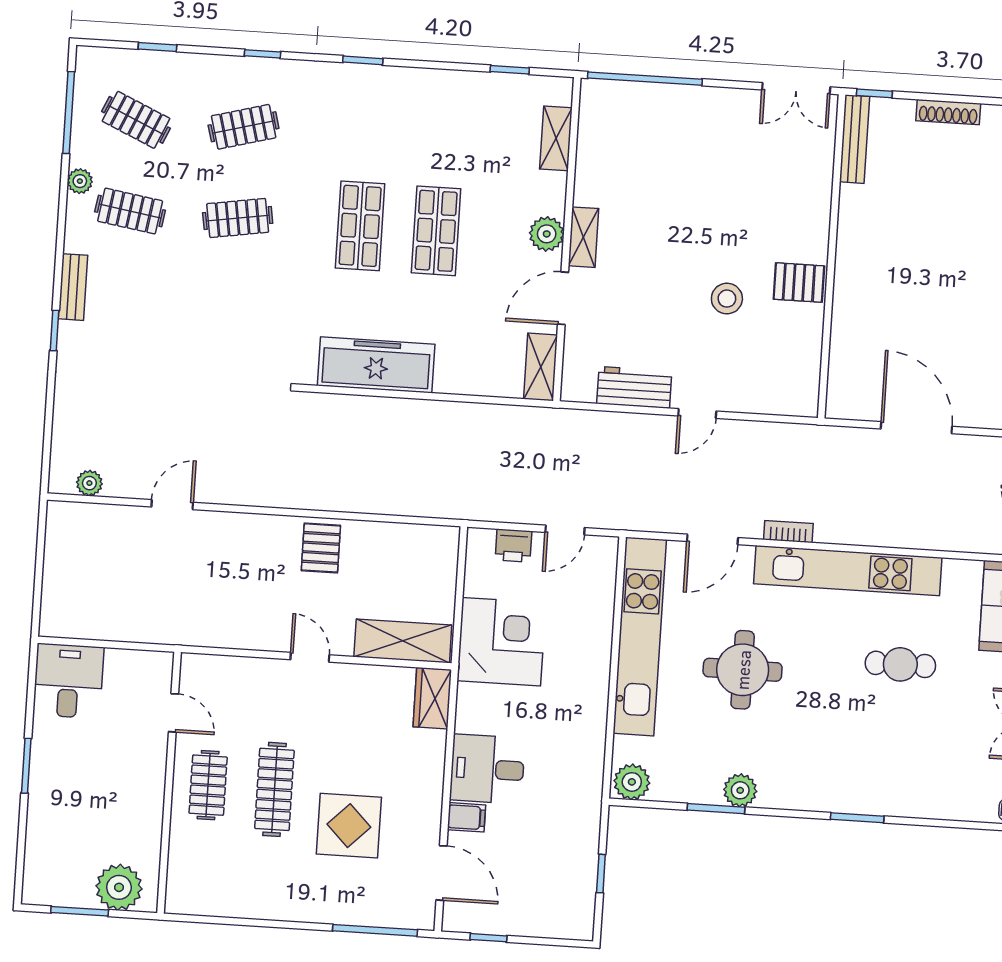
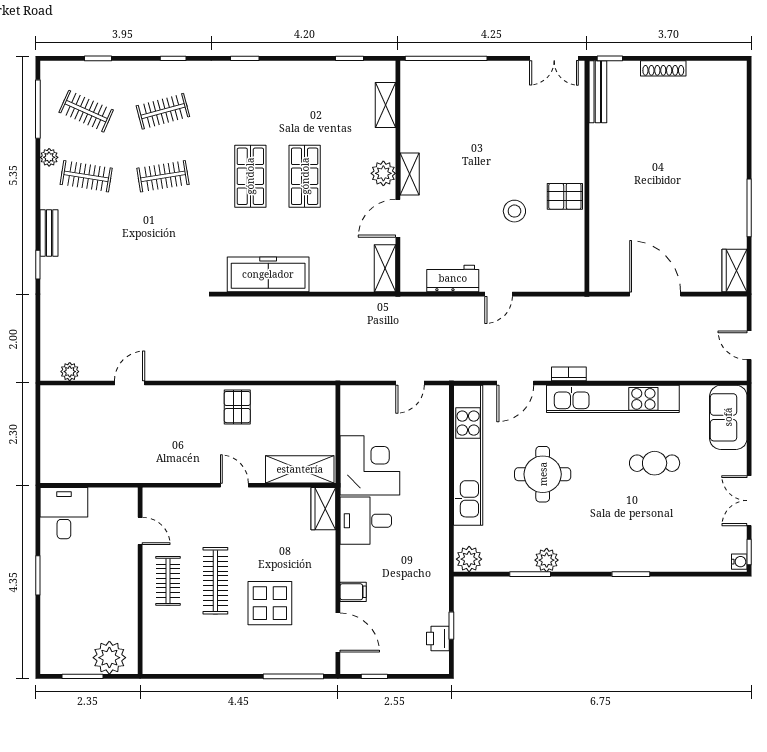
printer: (513, 545) -> (438, 638), moved, turned 90
desk: (487, 769) -> (366, 521), moved

